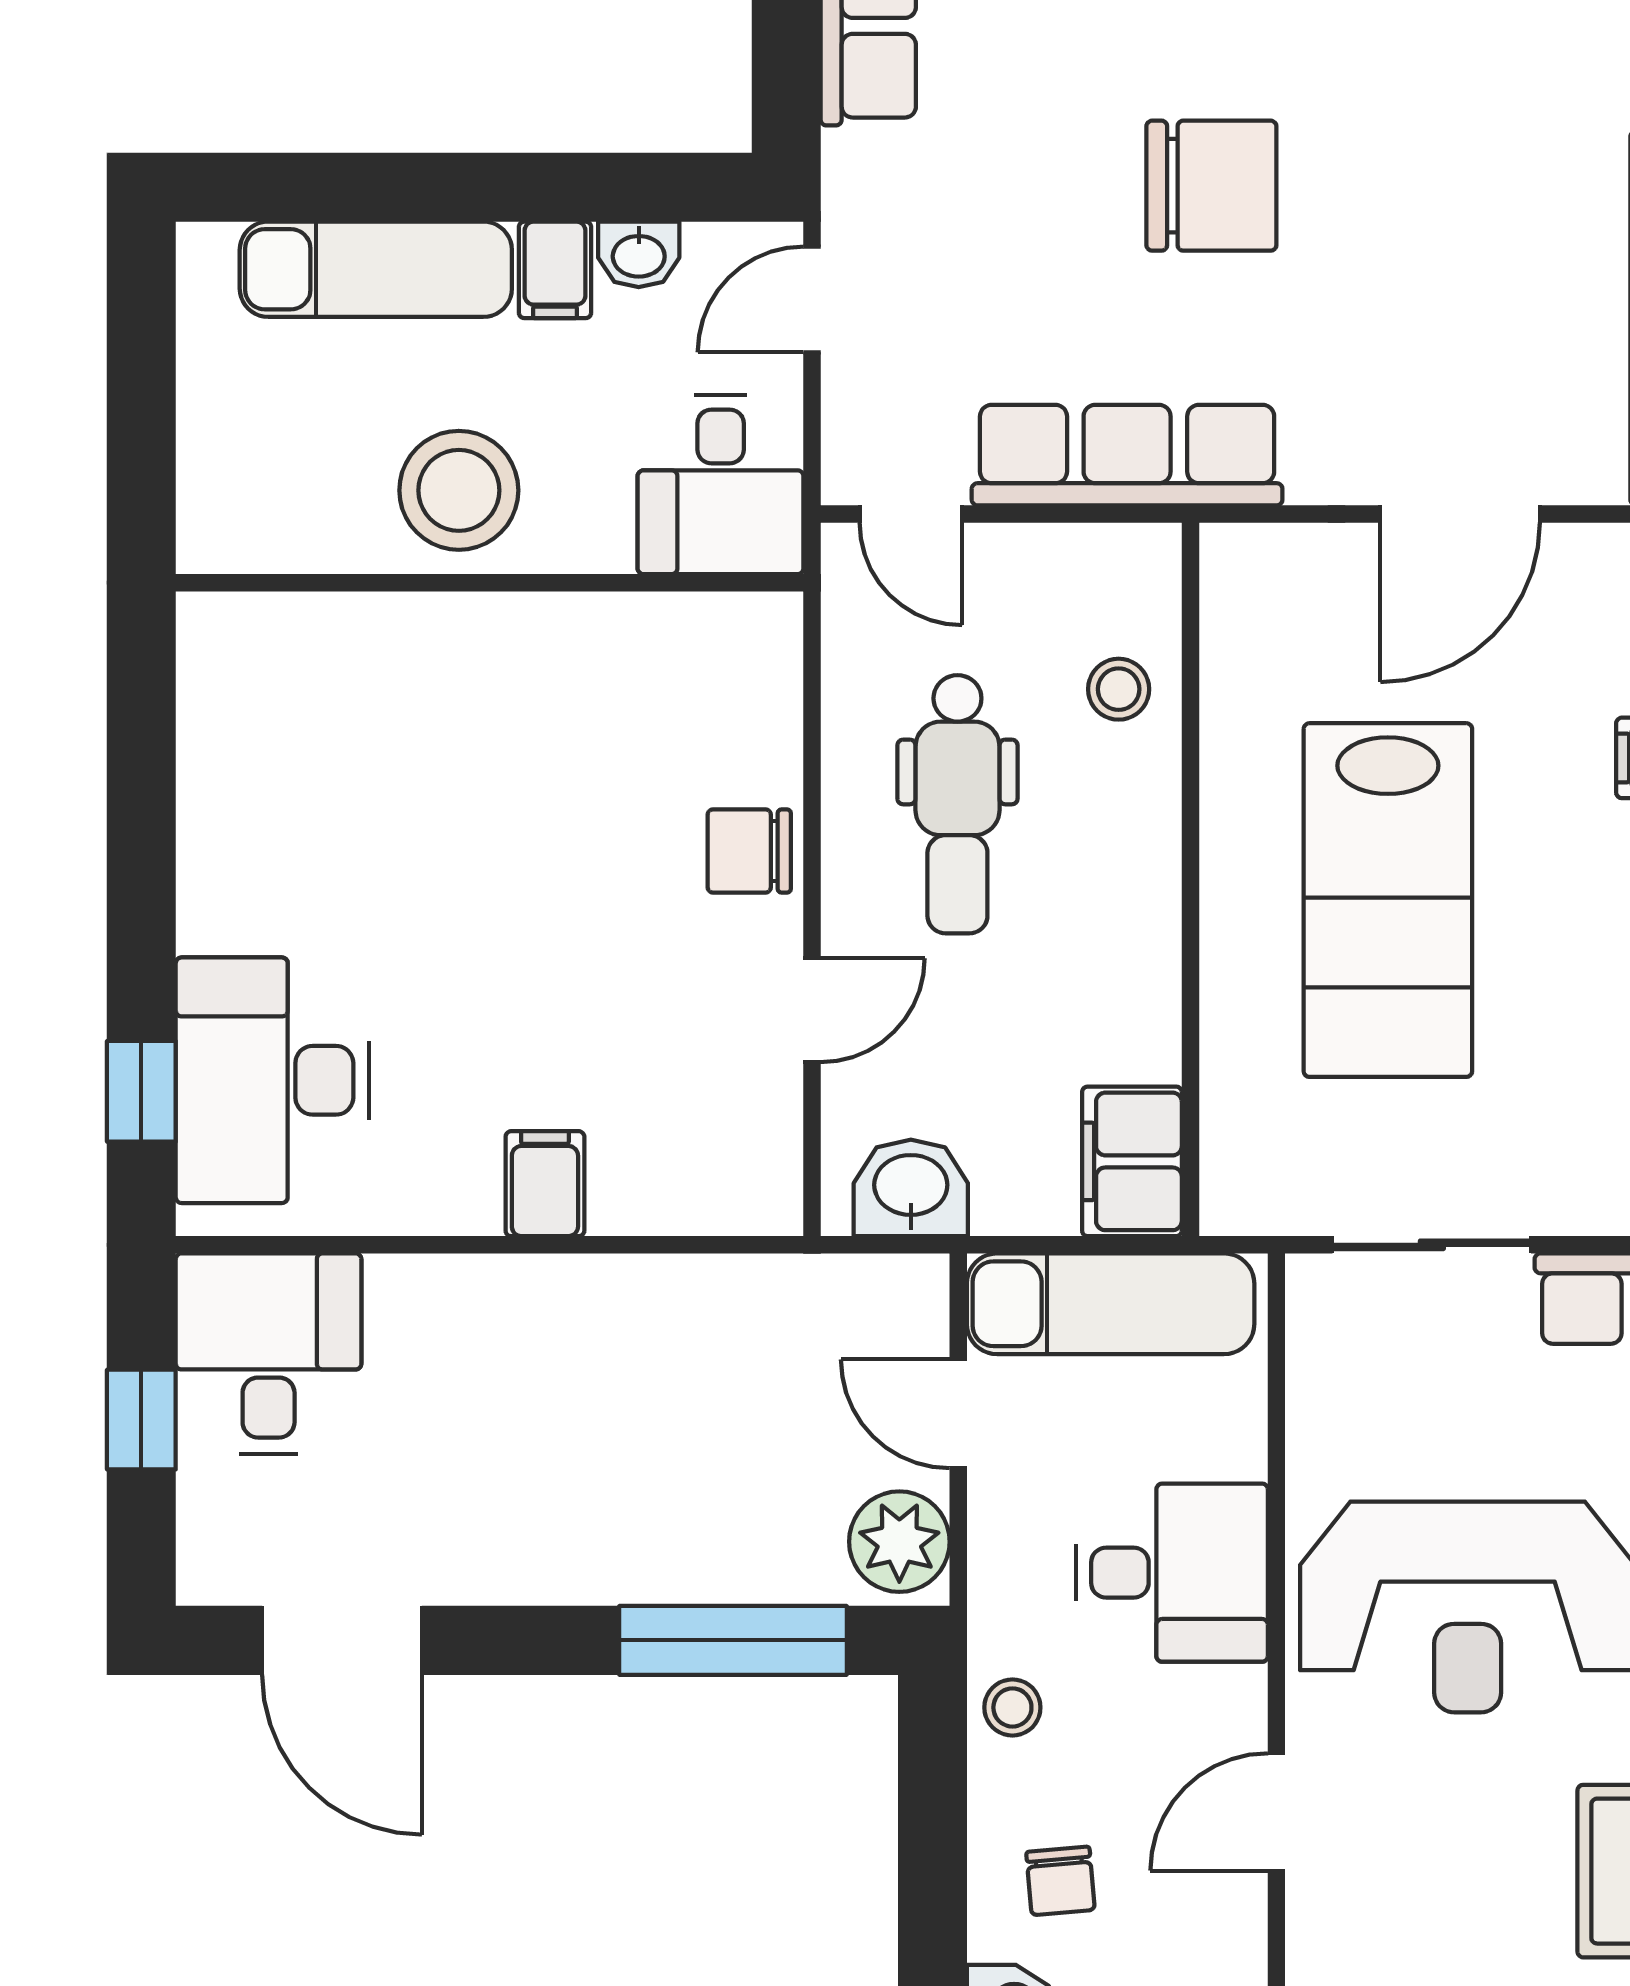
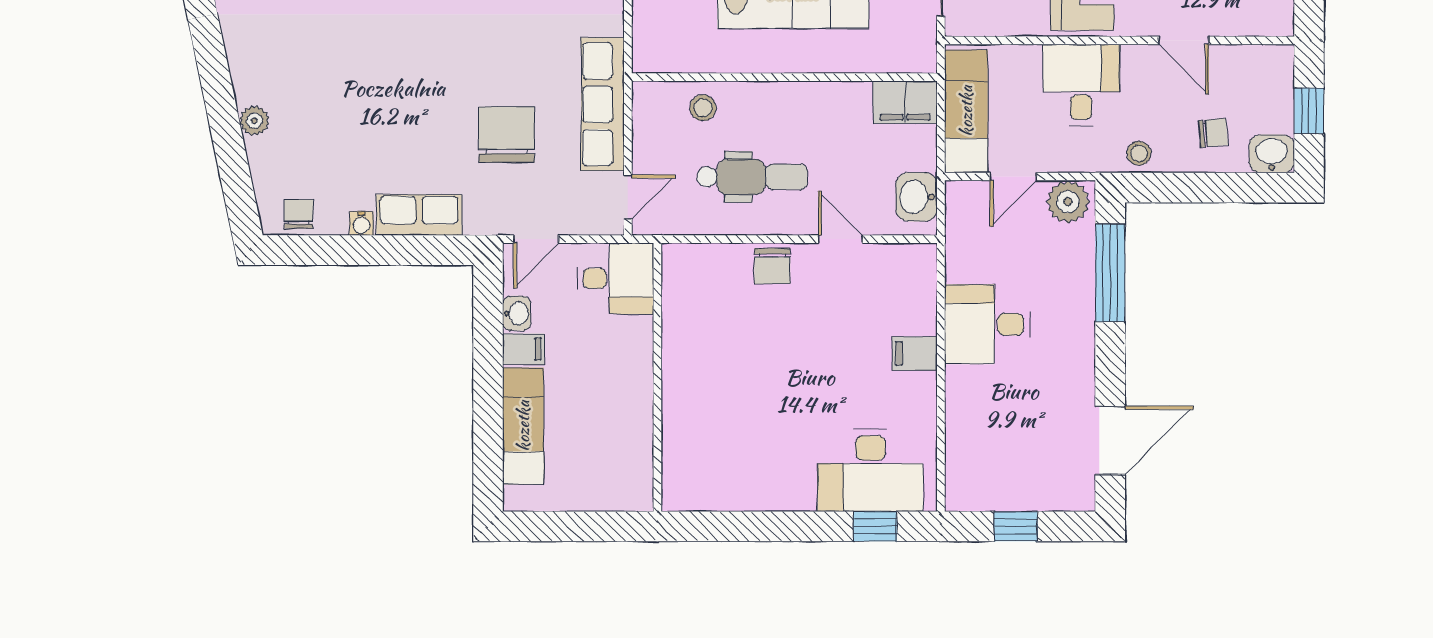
chair: (1211, 186) -> (507, 135), moved
door: (812, 299) -> (536, 239), hinge flipped
stool: (459, 490) -> (618, 390), removed
desk: (269, 1353) -> (987, 324), moved

